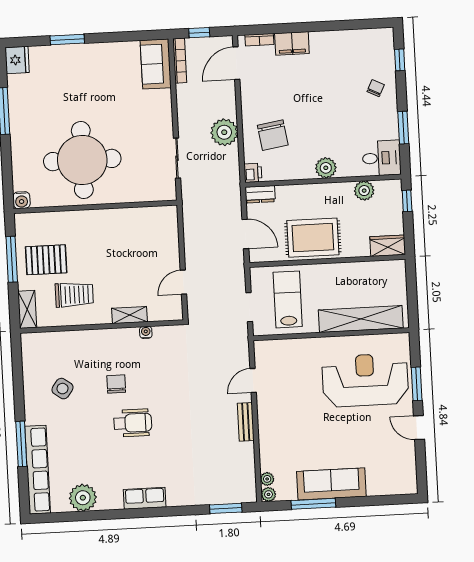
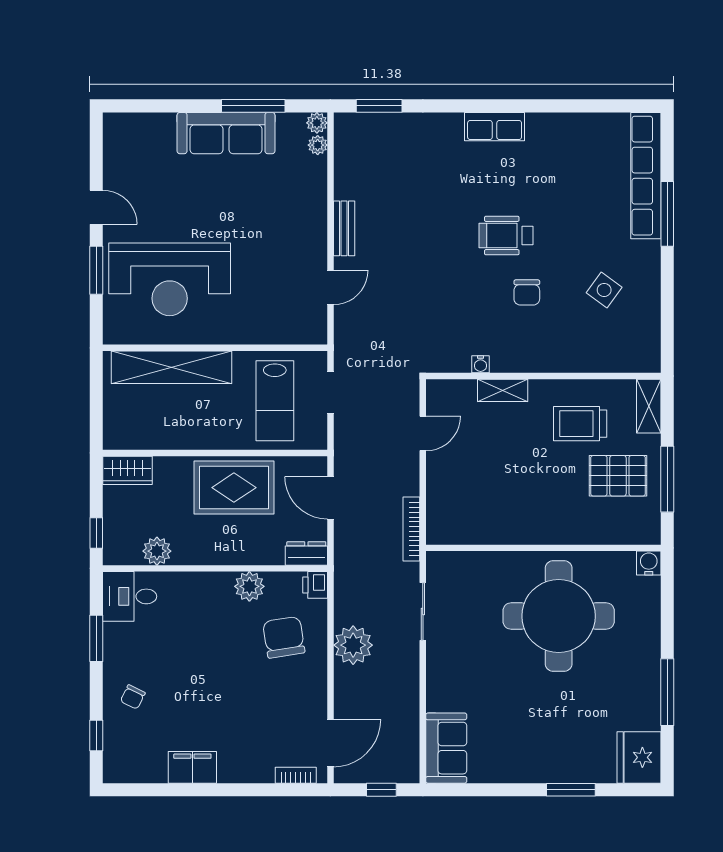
filing cabinet: (292, 43) -> (192, 767), moved
fridge: (17, 60) -> (639, 757), width x1.36, depth x1.34
bookcase: (180, 61) -> (411, 529), moved
plant: (326, 168) -> (249, 586), moved
plant: (83, 498) -> (583, 132), removed

